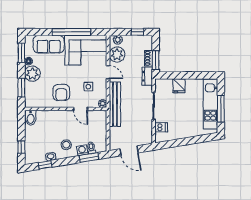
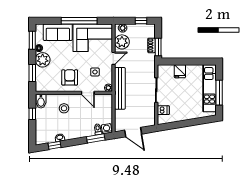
door: (108, 72) -> (113, 58), hinge flipped
dresser: (147, 76) -> (150, 62), removed
armchair: (61, 92) -> (70, 77), turned 180
stool: (66, 145) -> (64, 108), moved
window: (21, 147) -> (32, 114), moved
washing machine: (82, 150) -> (107, 129), moved

